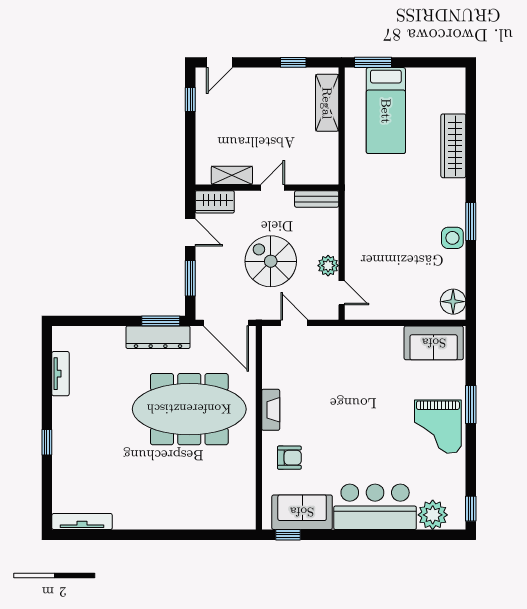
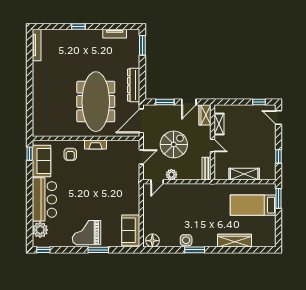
shelving: (327, 103) -> (244, 174), moved
window: (161, 321) -> (142, 45), moved

